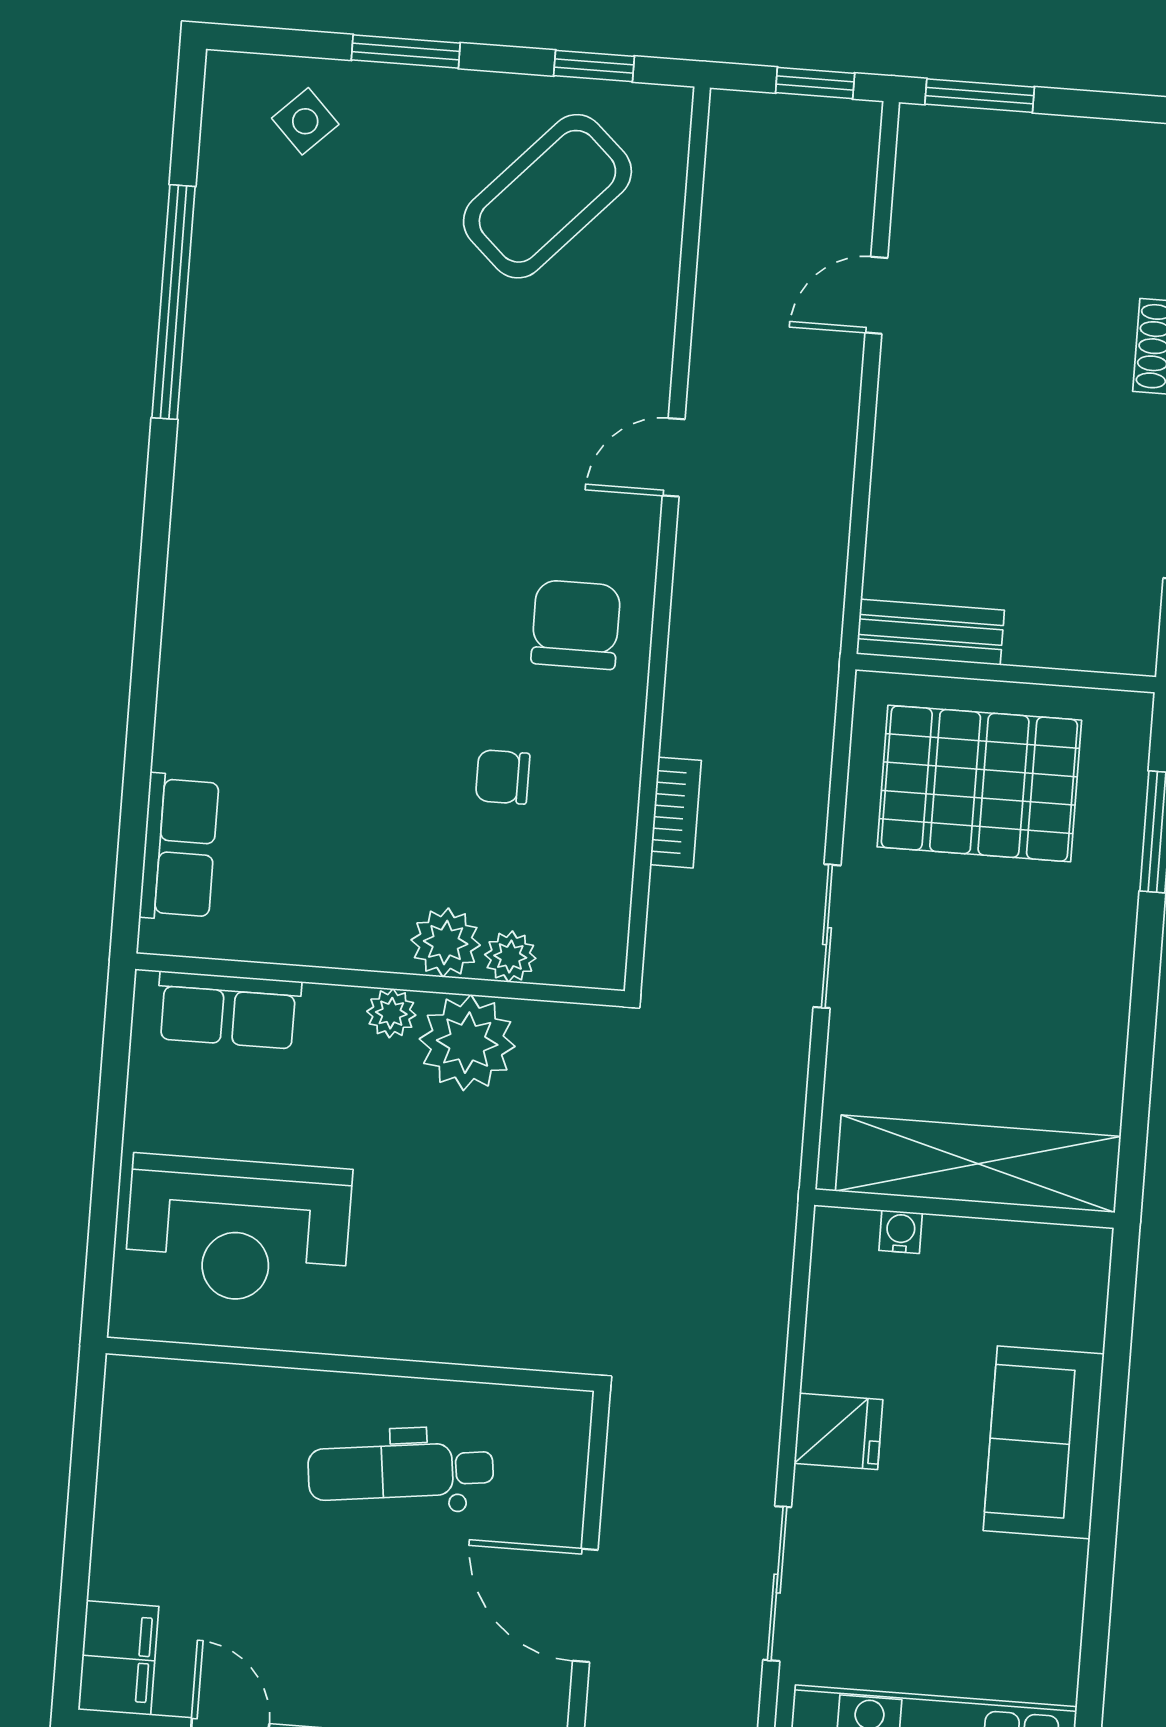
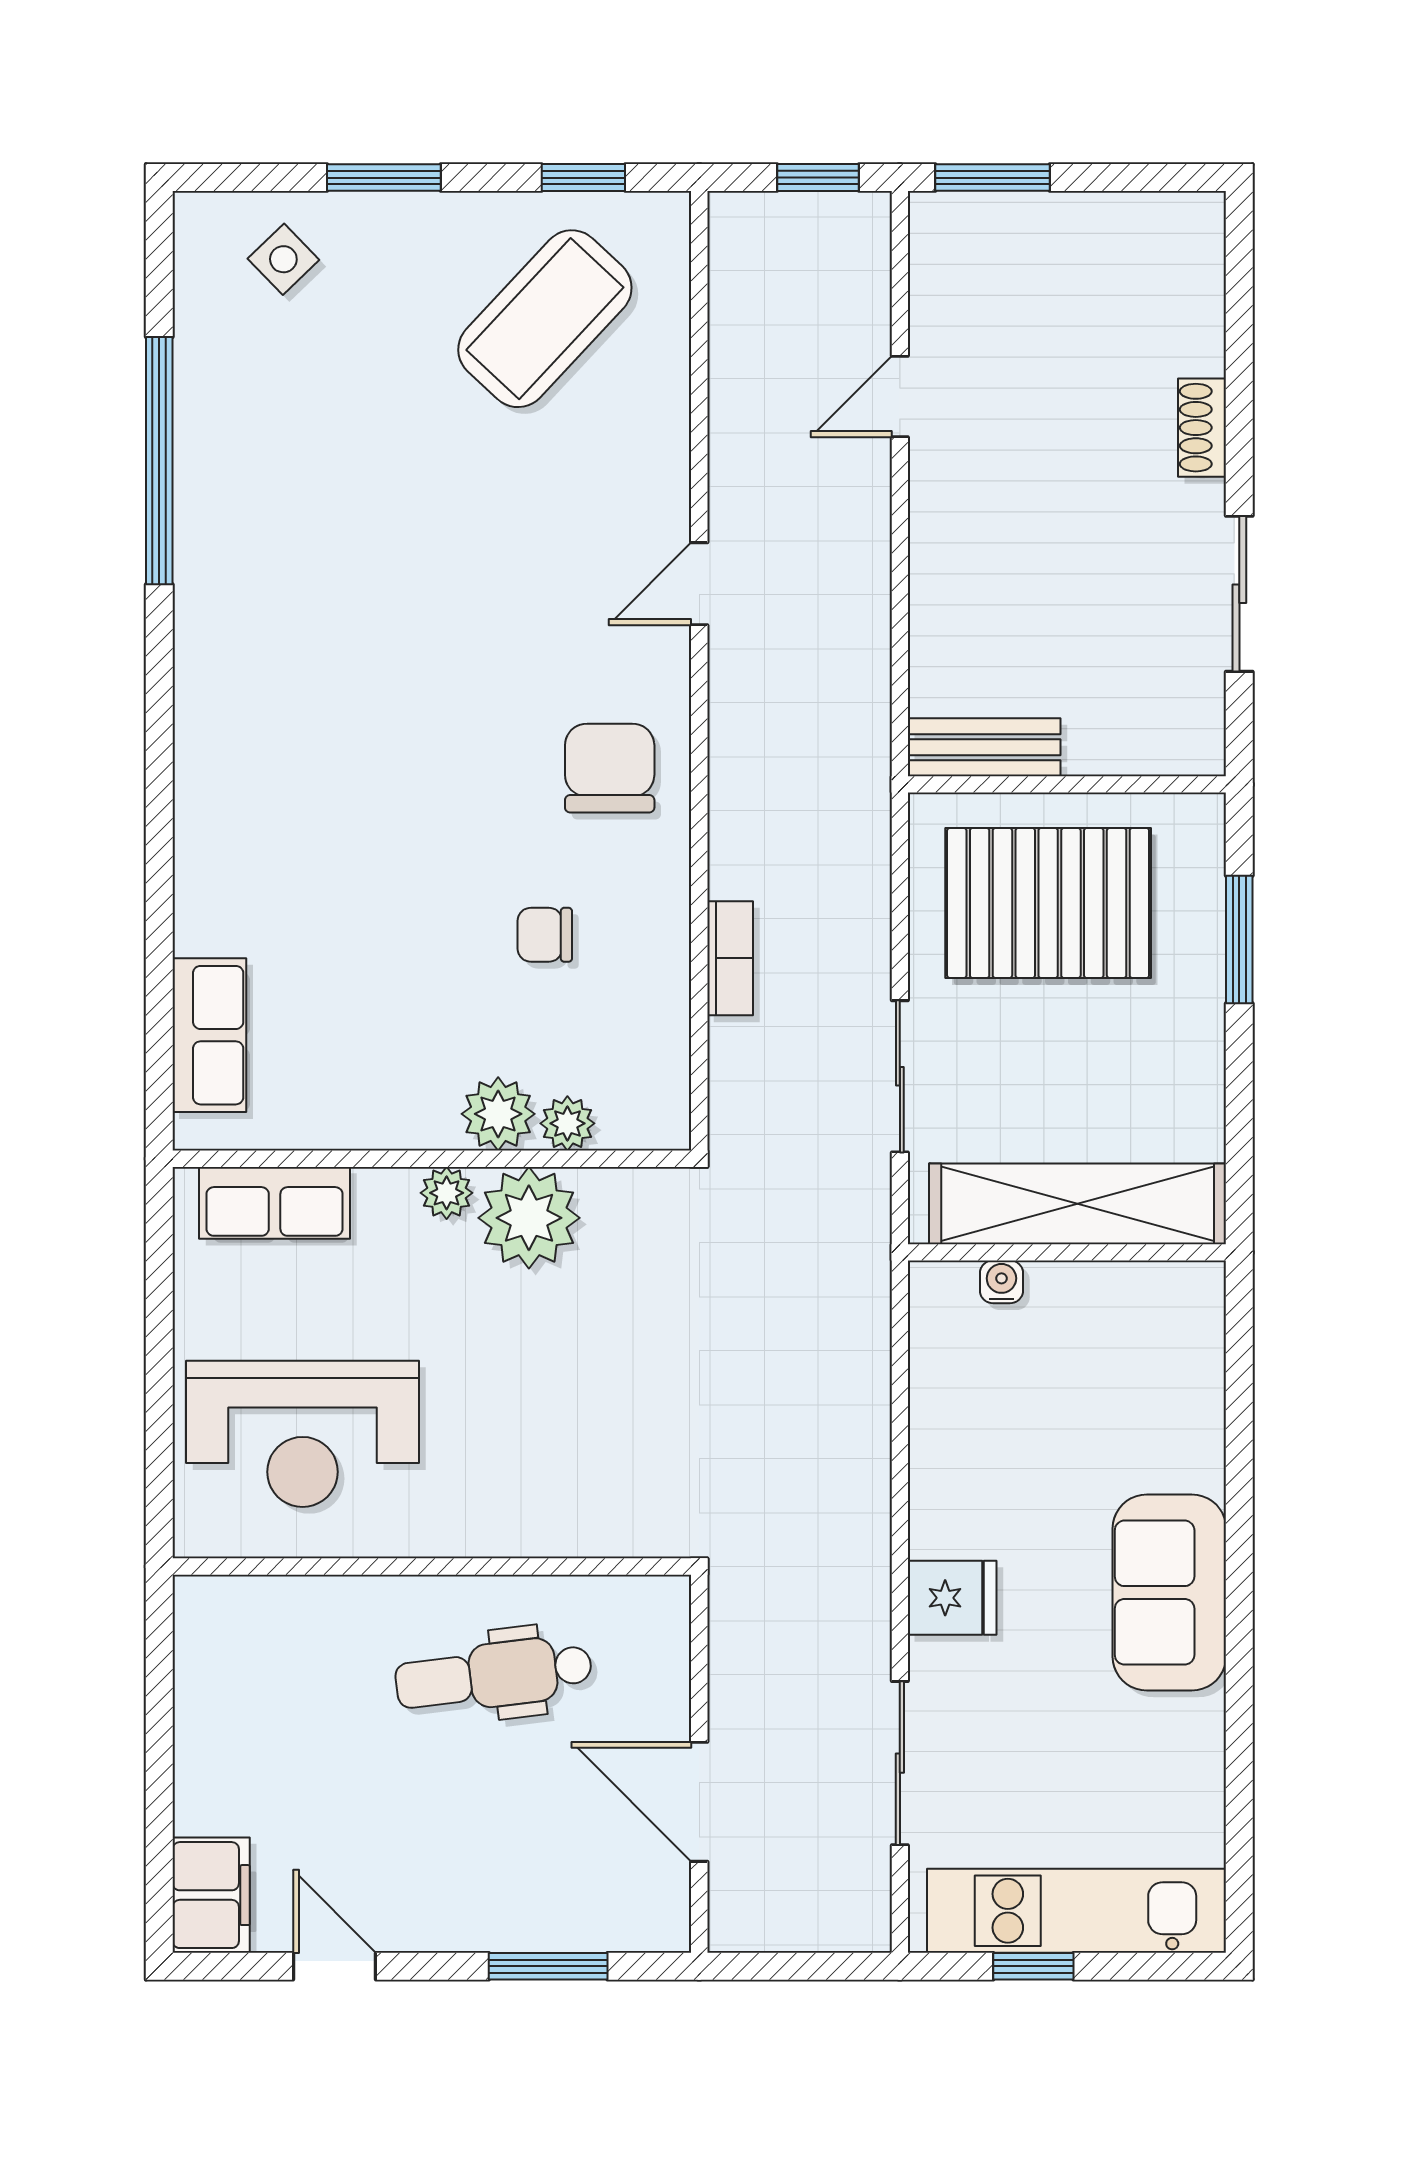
shelving: (978, 1164) -> (1078, 1204), moved
wall: (964, 1209) -> (1067, 1252), moved
water cooler: (901, 1232) -> (1001, 1282), moved

